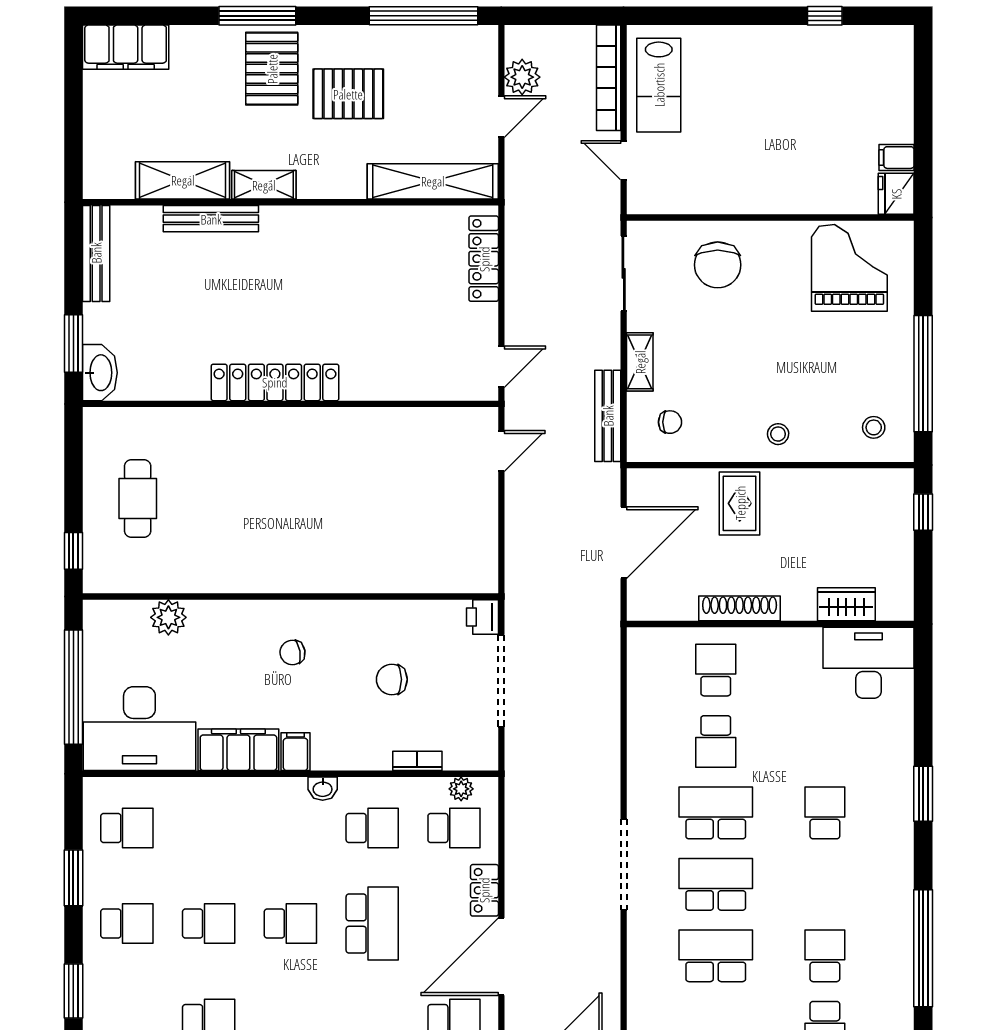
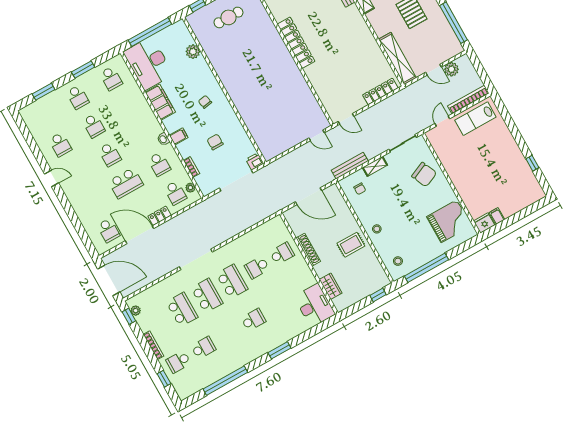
chair: (718, 265) -> (424, 175), turned -114
rug: (740, 503) -> (351, 245), moved
filing cabinet: (295, 752) -> (179, 136), moved

